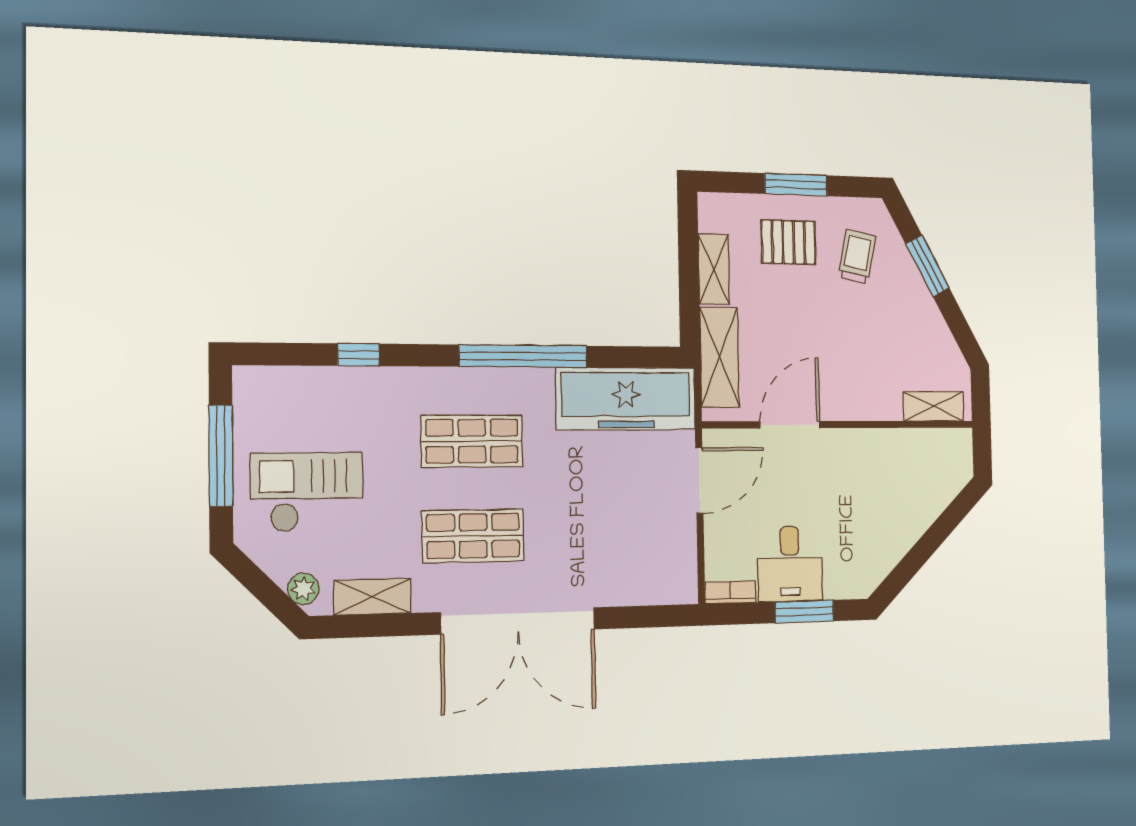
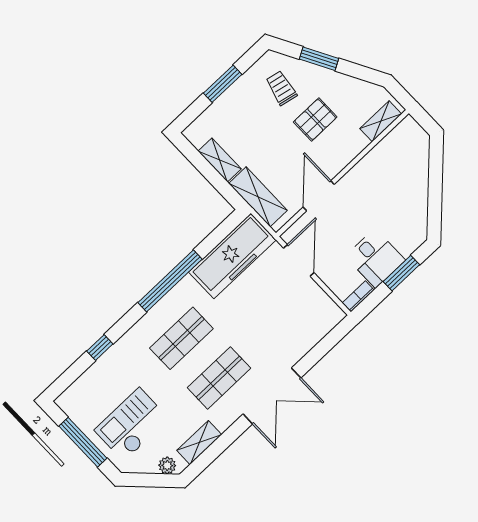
pallet: (788, 242) -> (315, 119), moved
double door: (518, 621) -> (272, 396), width x0.73

